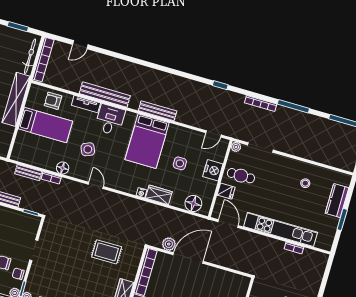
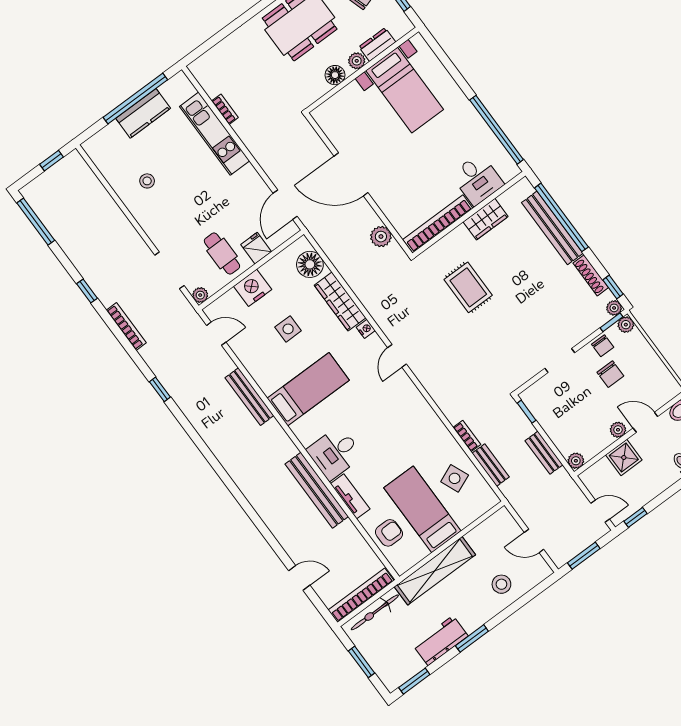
armchair: (53, 101) -> (389, 533), turned -90
window: (293, 106) -> (87, 291), width x0.46
bench: (158, 111) -> (249, 397), moved
bed: (147, 141) -> (308, 389), width x0.67
side table: (88, 149) -> (455, 478), moved
floor lamp: (63, 168) -> (442, 438), removed
door: (96, 185) -> (397, 356), moved
wardrobe: (159, 195) -> (340, 301), width x1.50
kitchen counter: (337, 201) -> (143, 113), moved
window: (342, 220) -> (135, 99), width x2.11
kitchen unit: (281, 229) -> (215, 134), width x0.73
door: (188, 258) -> (351, 174), moved

